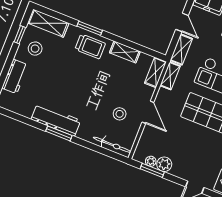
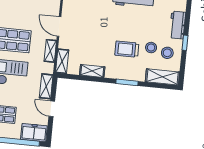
window: (20, 35) -> (185, 43), moved
trolley: (90, 46) -> (127, 49), moved
shelving: (170, 76) -> (50, 51), moved
stool: (120, 114) -> (151, 48), moved

